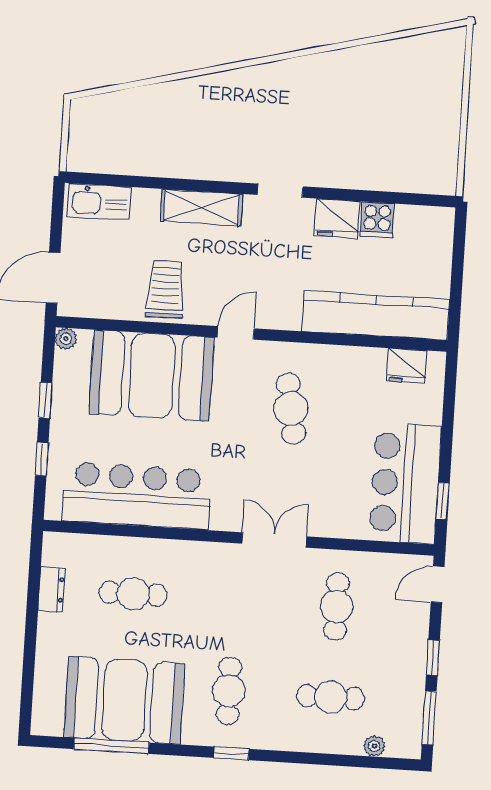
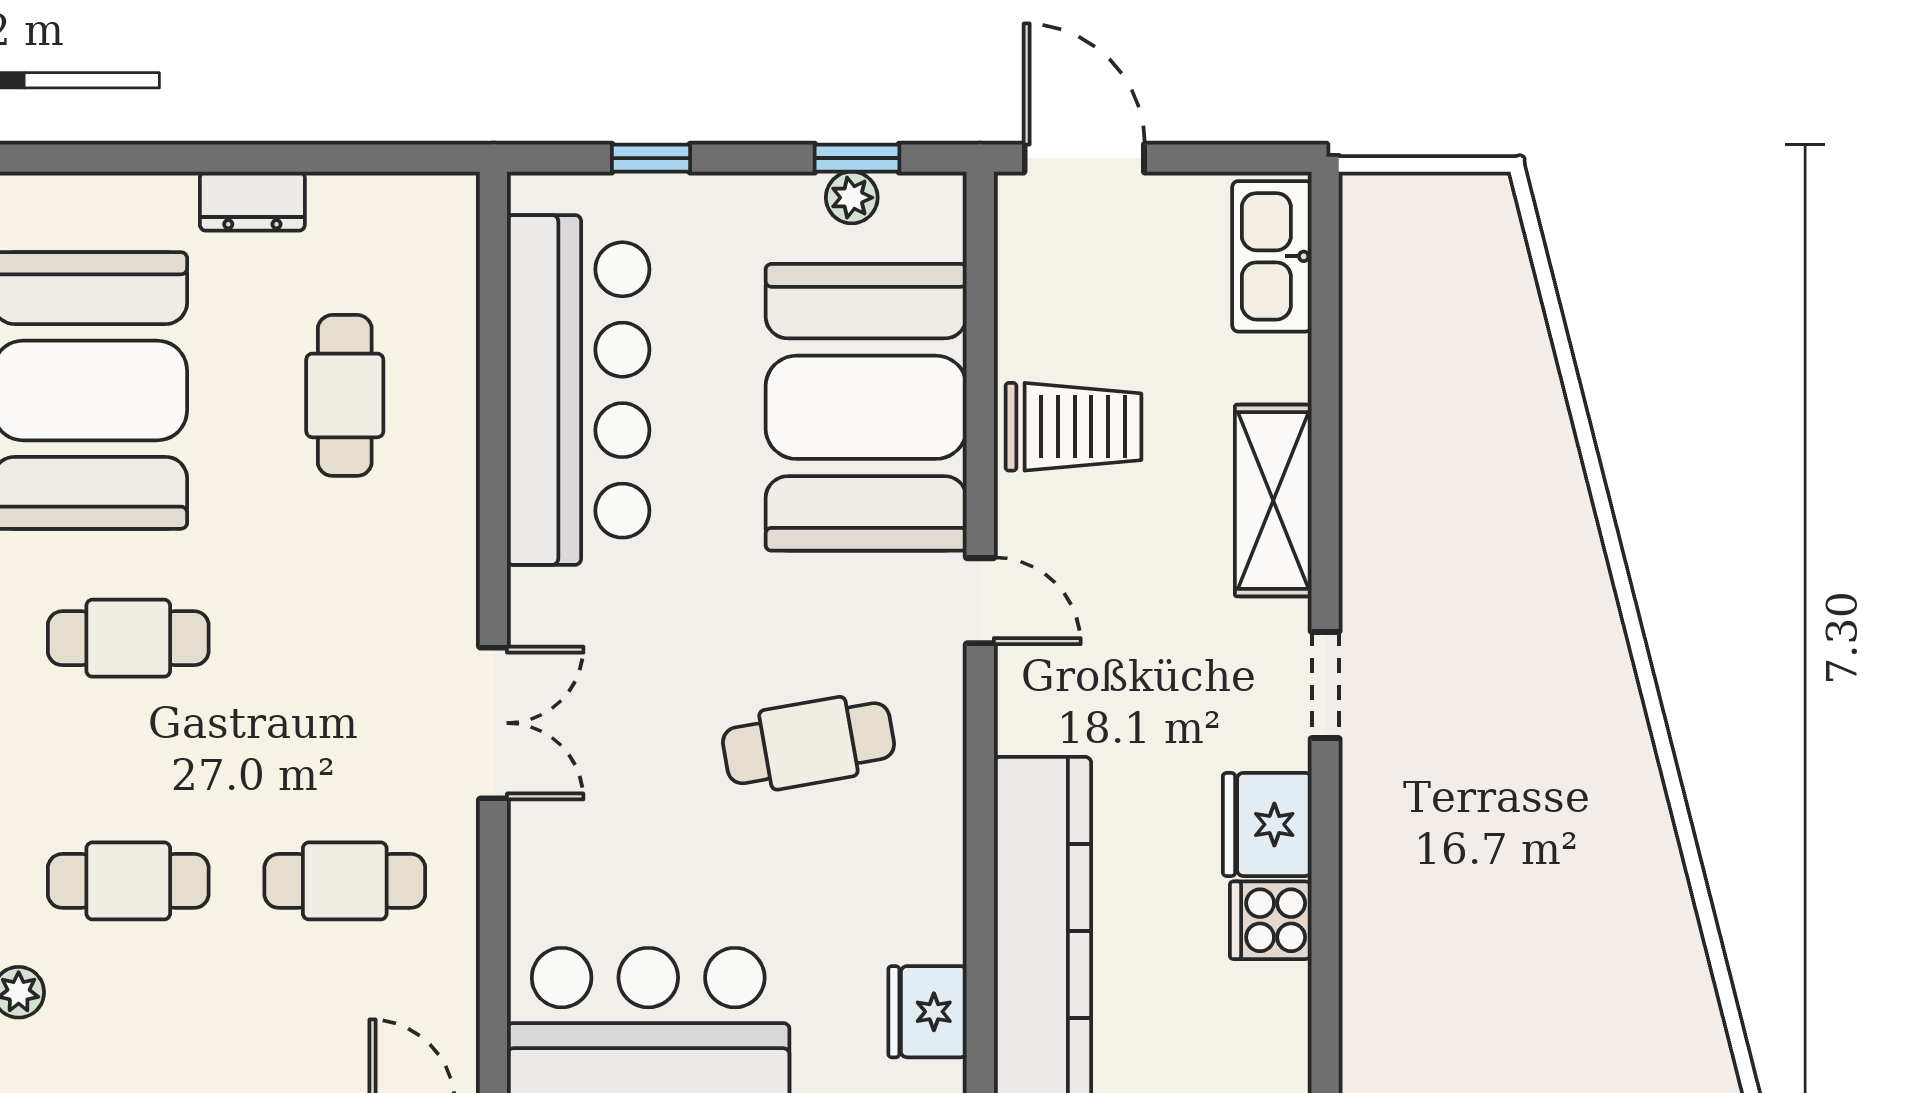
plant: (66, 339) -> (852, 198), moved
window: (45, 400) -> (857, 158), moved
dresser: (52, 589) -> (252, 201), moved
cafe table: (331, 697) -> (128, 881), turned 90

